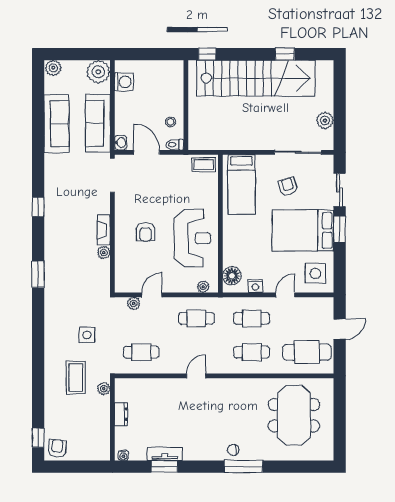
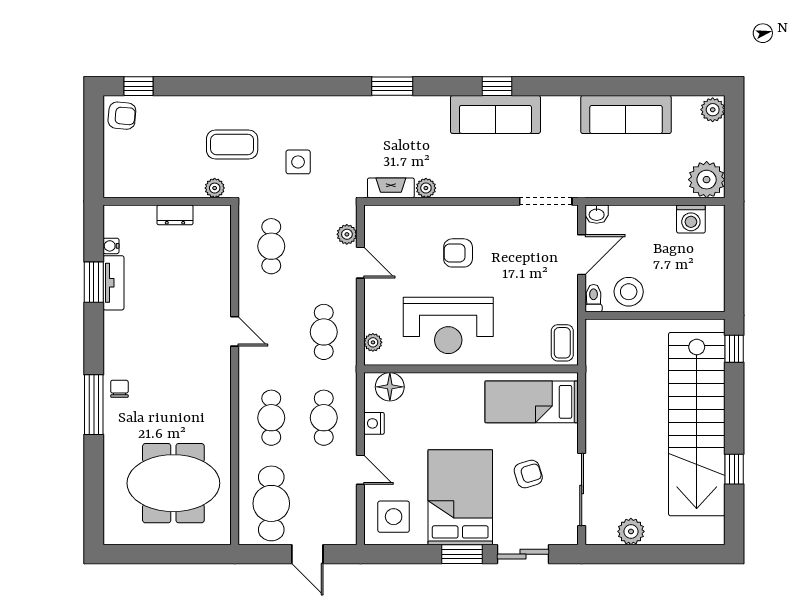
stool: (171, 122) -> (629, 292), width x1.89, depth x1.89
sofa: (98, 123) -> (495, 114), moved, turned 180
fireplace: (104, 230) -> (391, 188), moved
water cooler: (123, 455) -> (111, 246), moved

